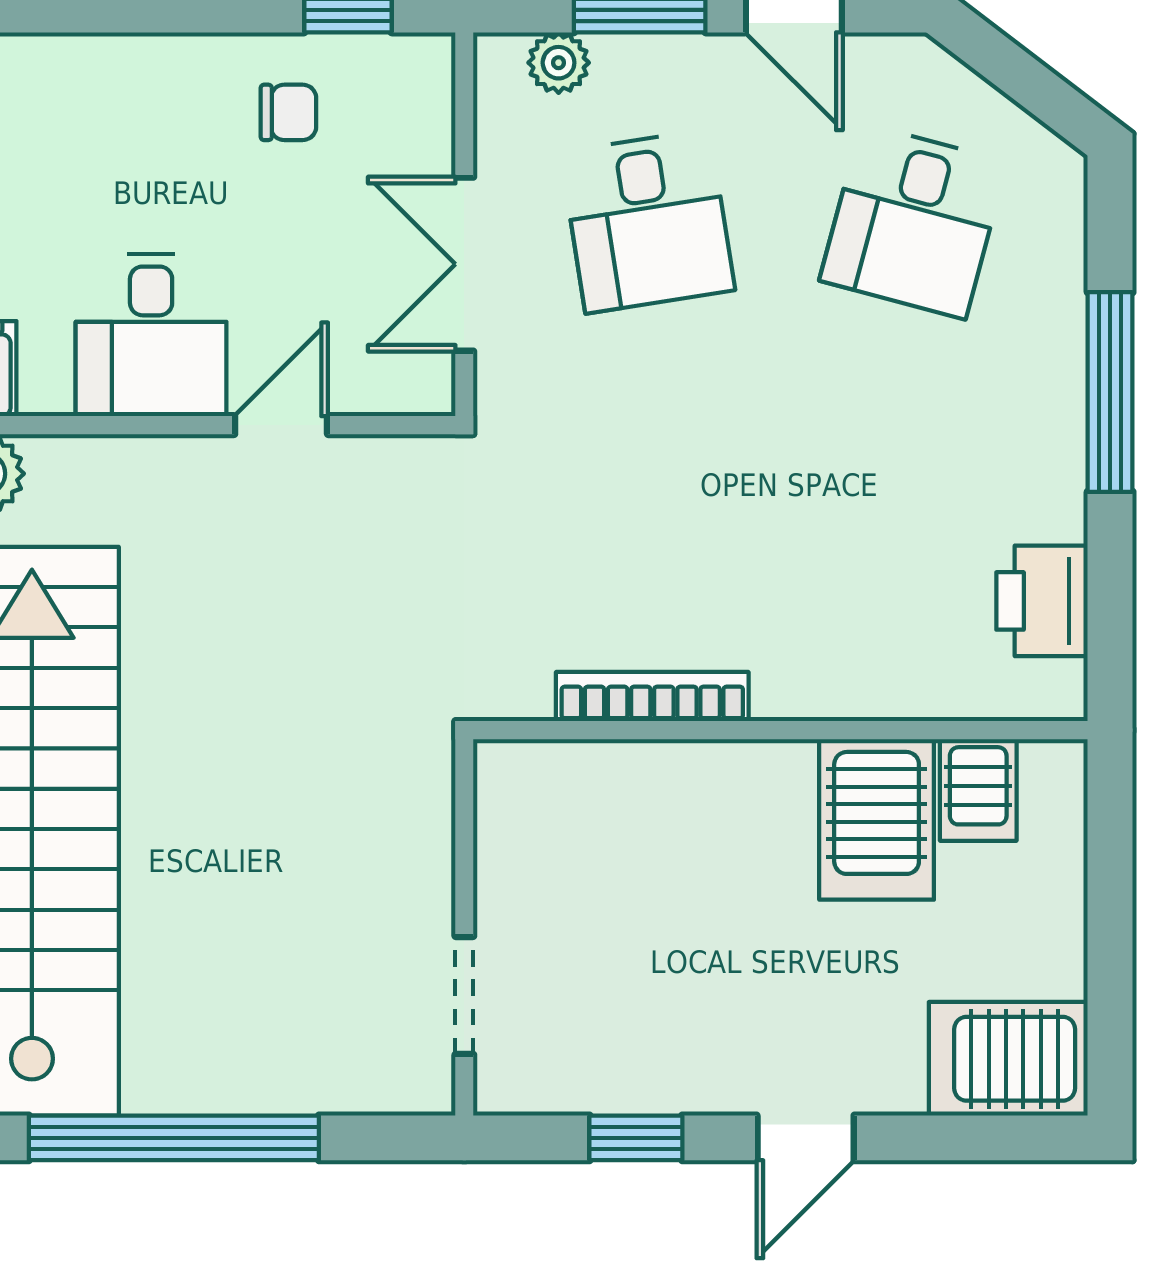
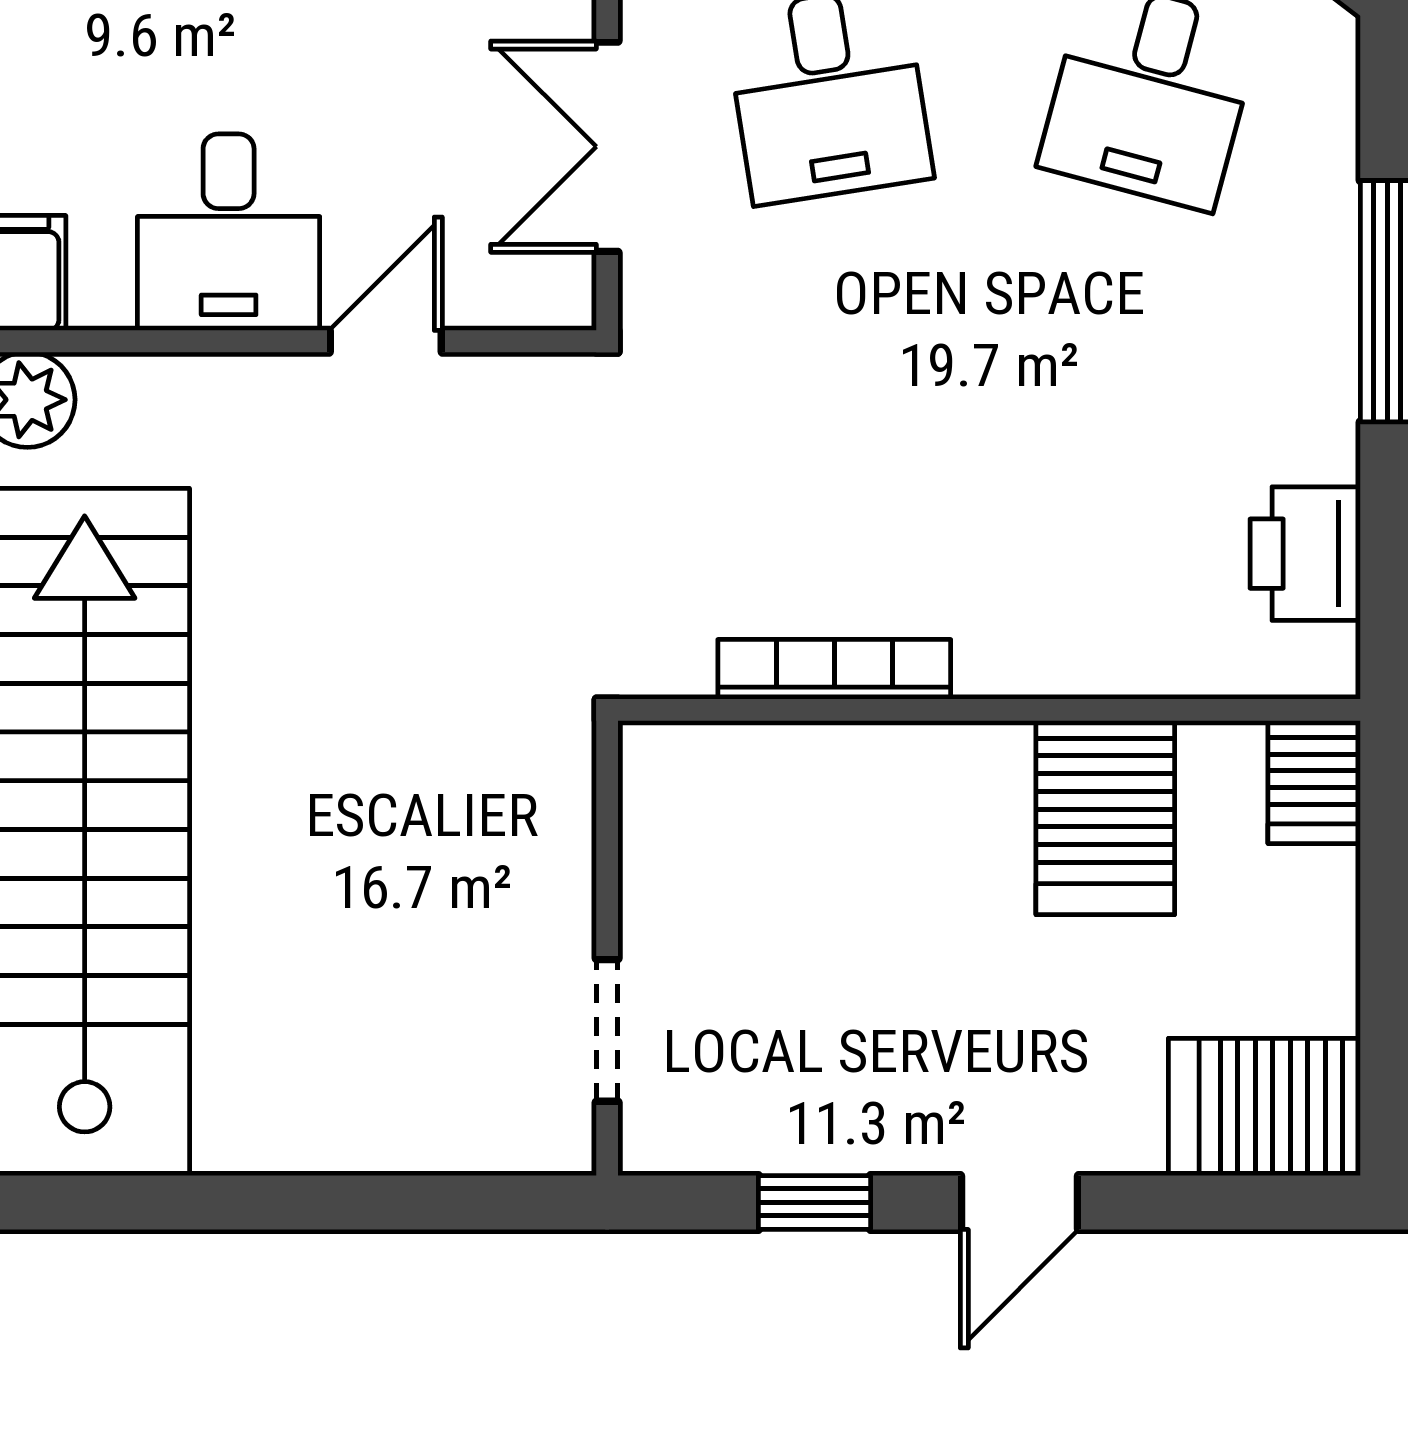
server rack: (978, 790) -> (1314, 782), moved
window: (174, 1138) -> (256, 1202), removed

